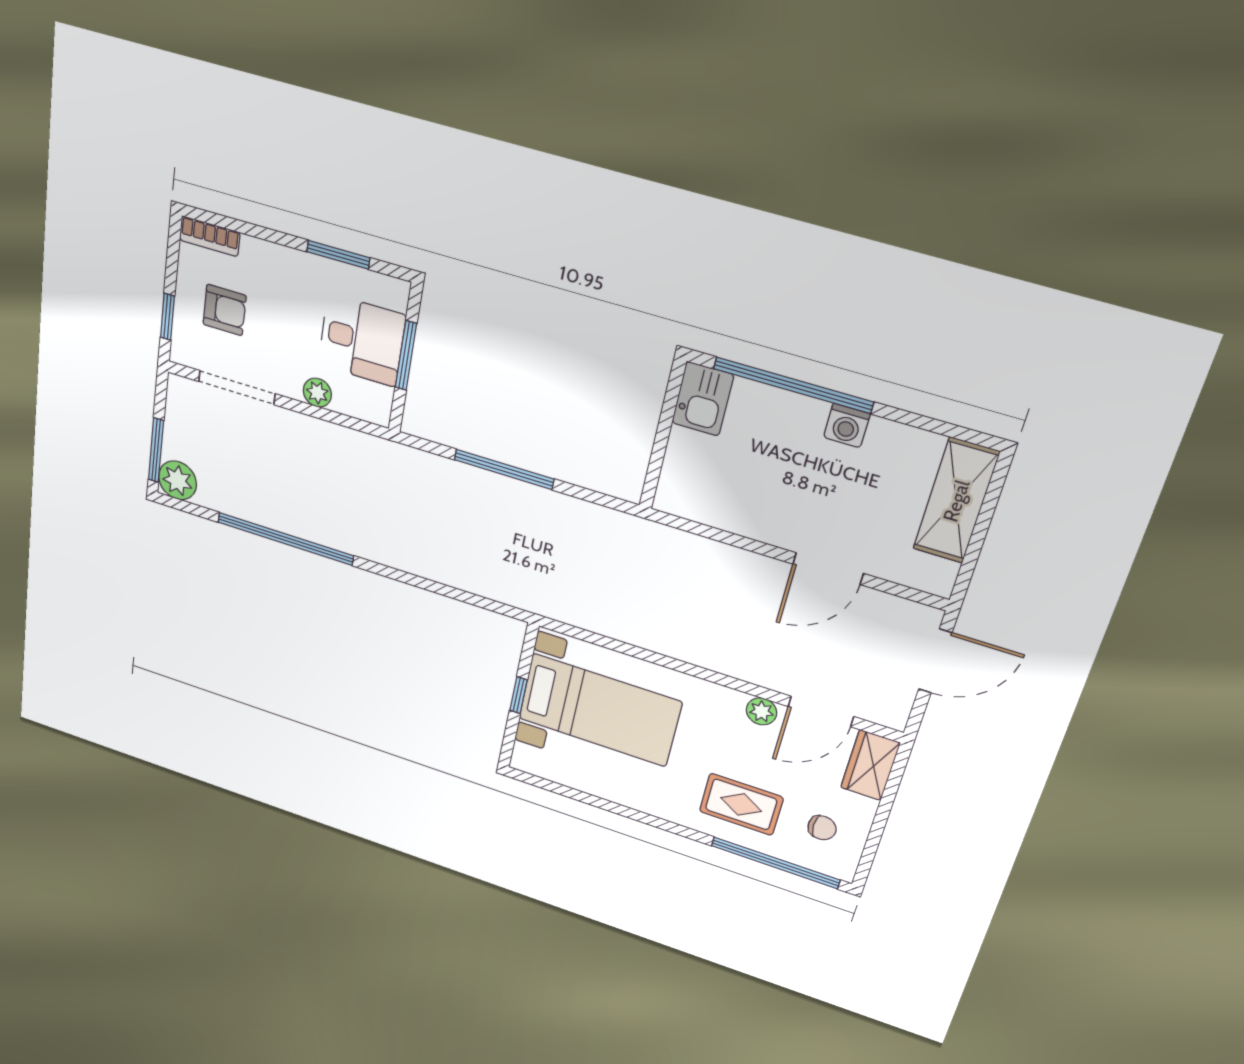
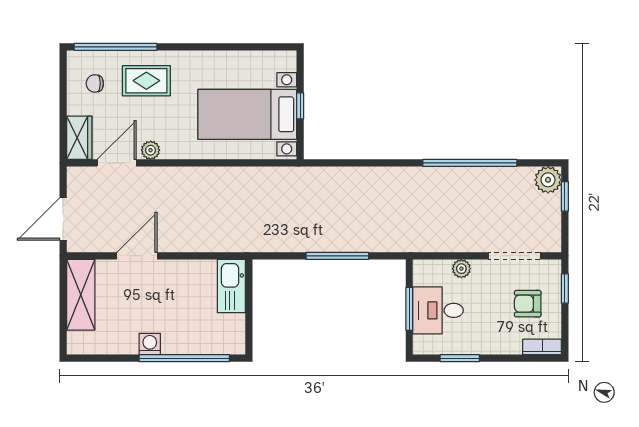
kitchen sink: (703, 399) -> (231, 286), moved, width x1.38
window: (156, 450) -> (565, 196), width x0.67
shelving: (956, 501) -> (81, 295), moved

